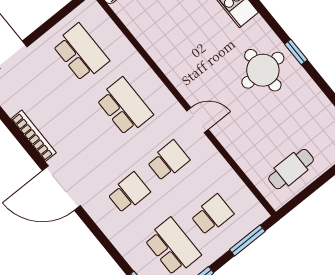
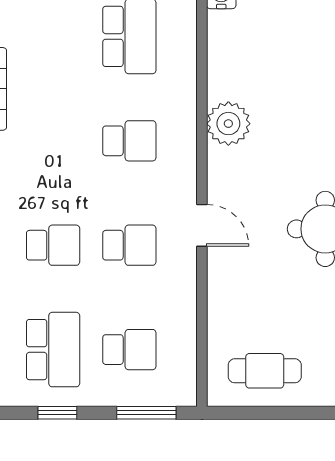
plant: (168, 56) -> (228, 124), added
school desk: (124, 107) -> (129, 141), width x0.54

